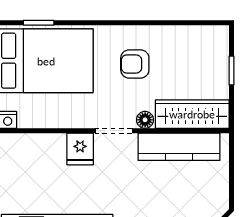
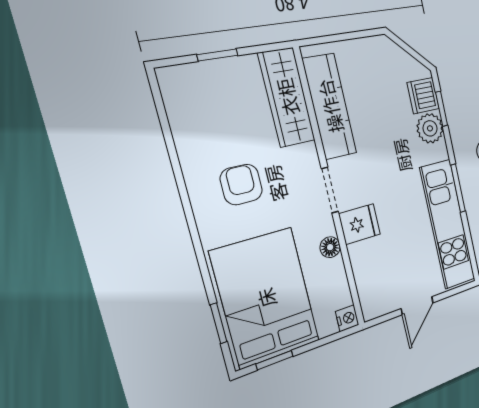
armchair: (135, 64) -> (241, 184), turned 180
floor lamp: (145, 120) -> (330, 247), moved

